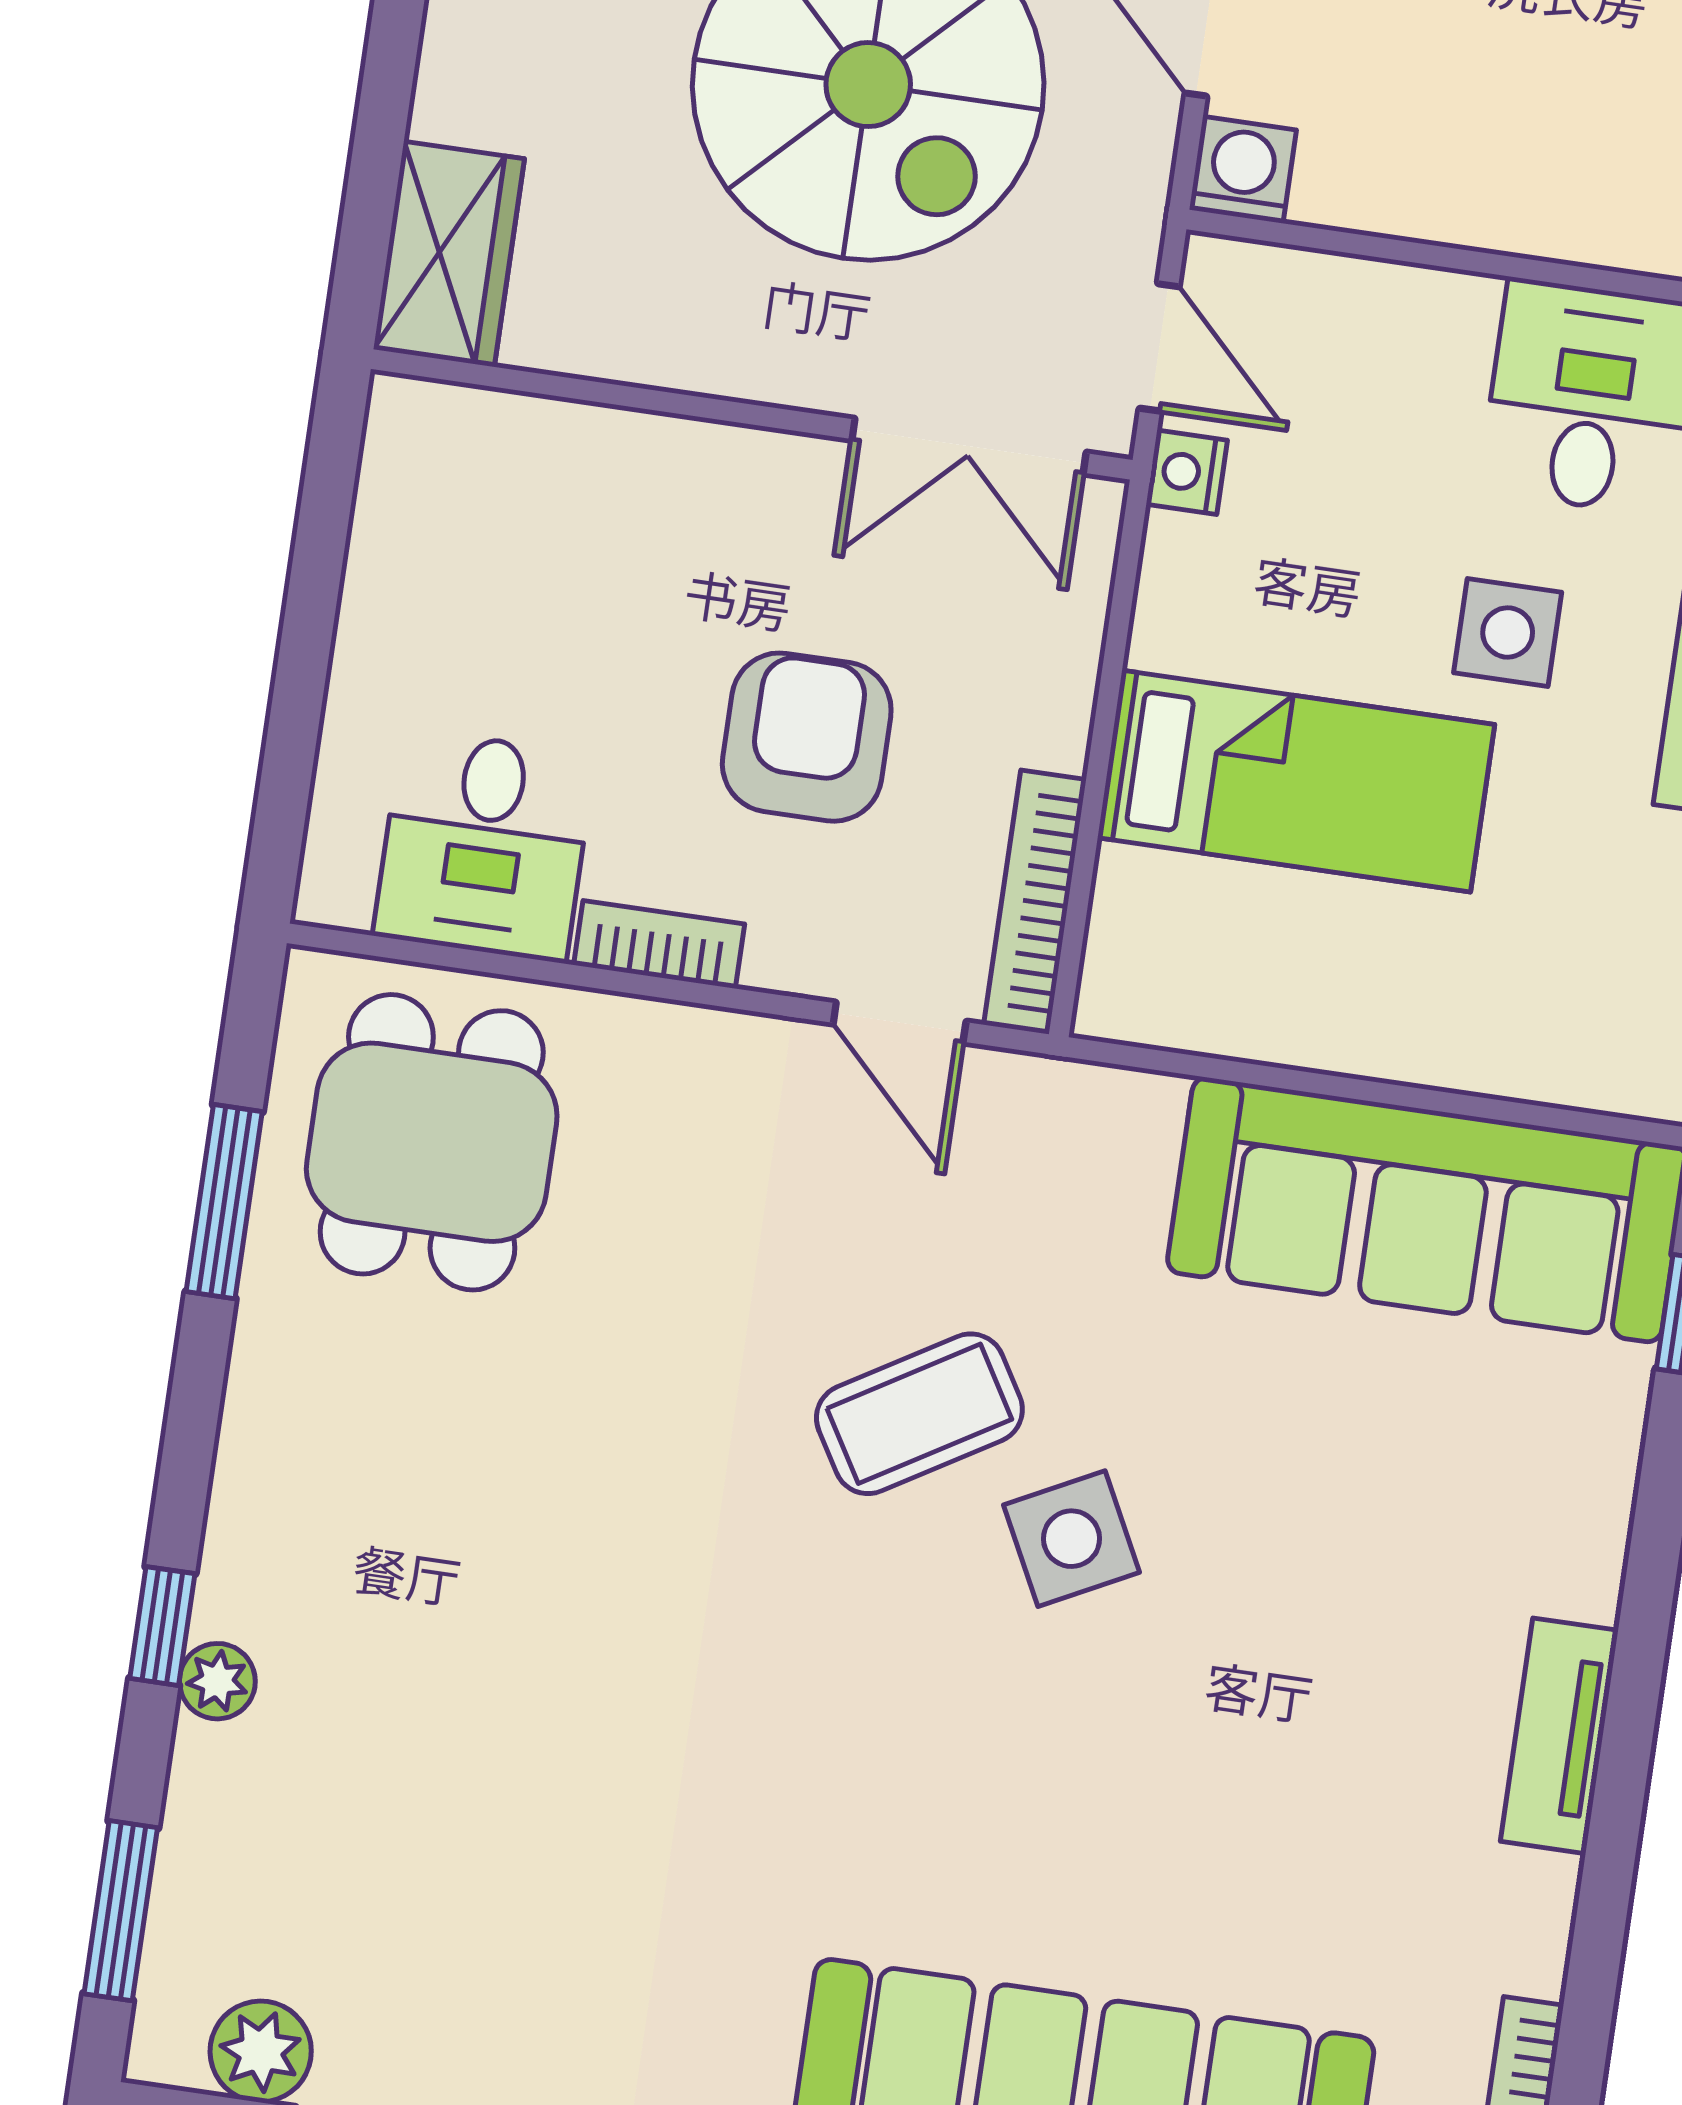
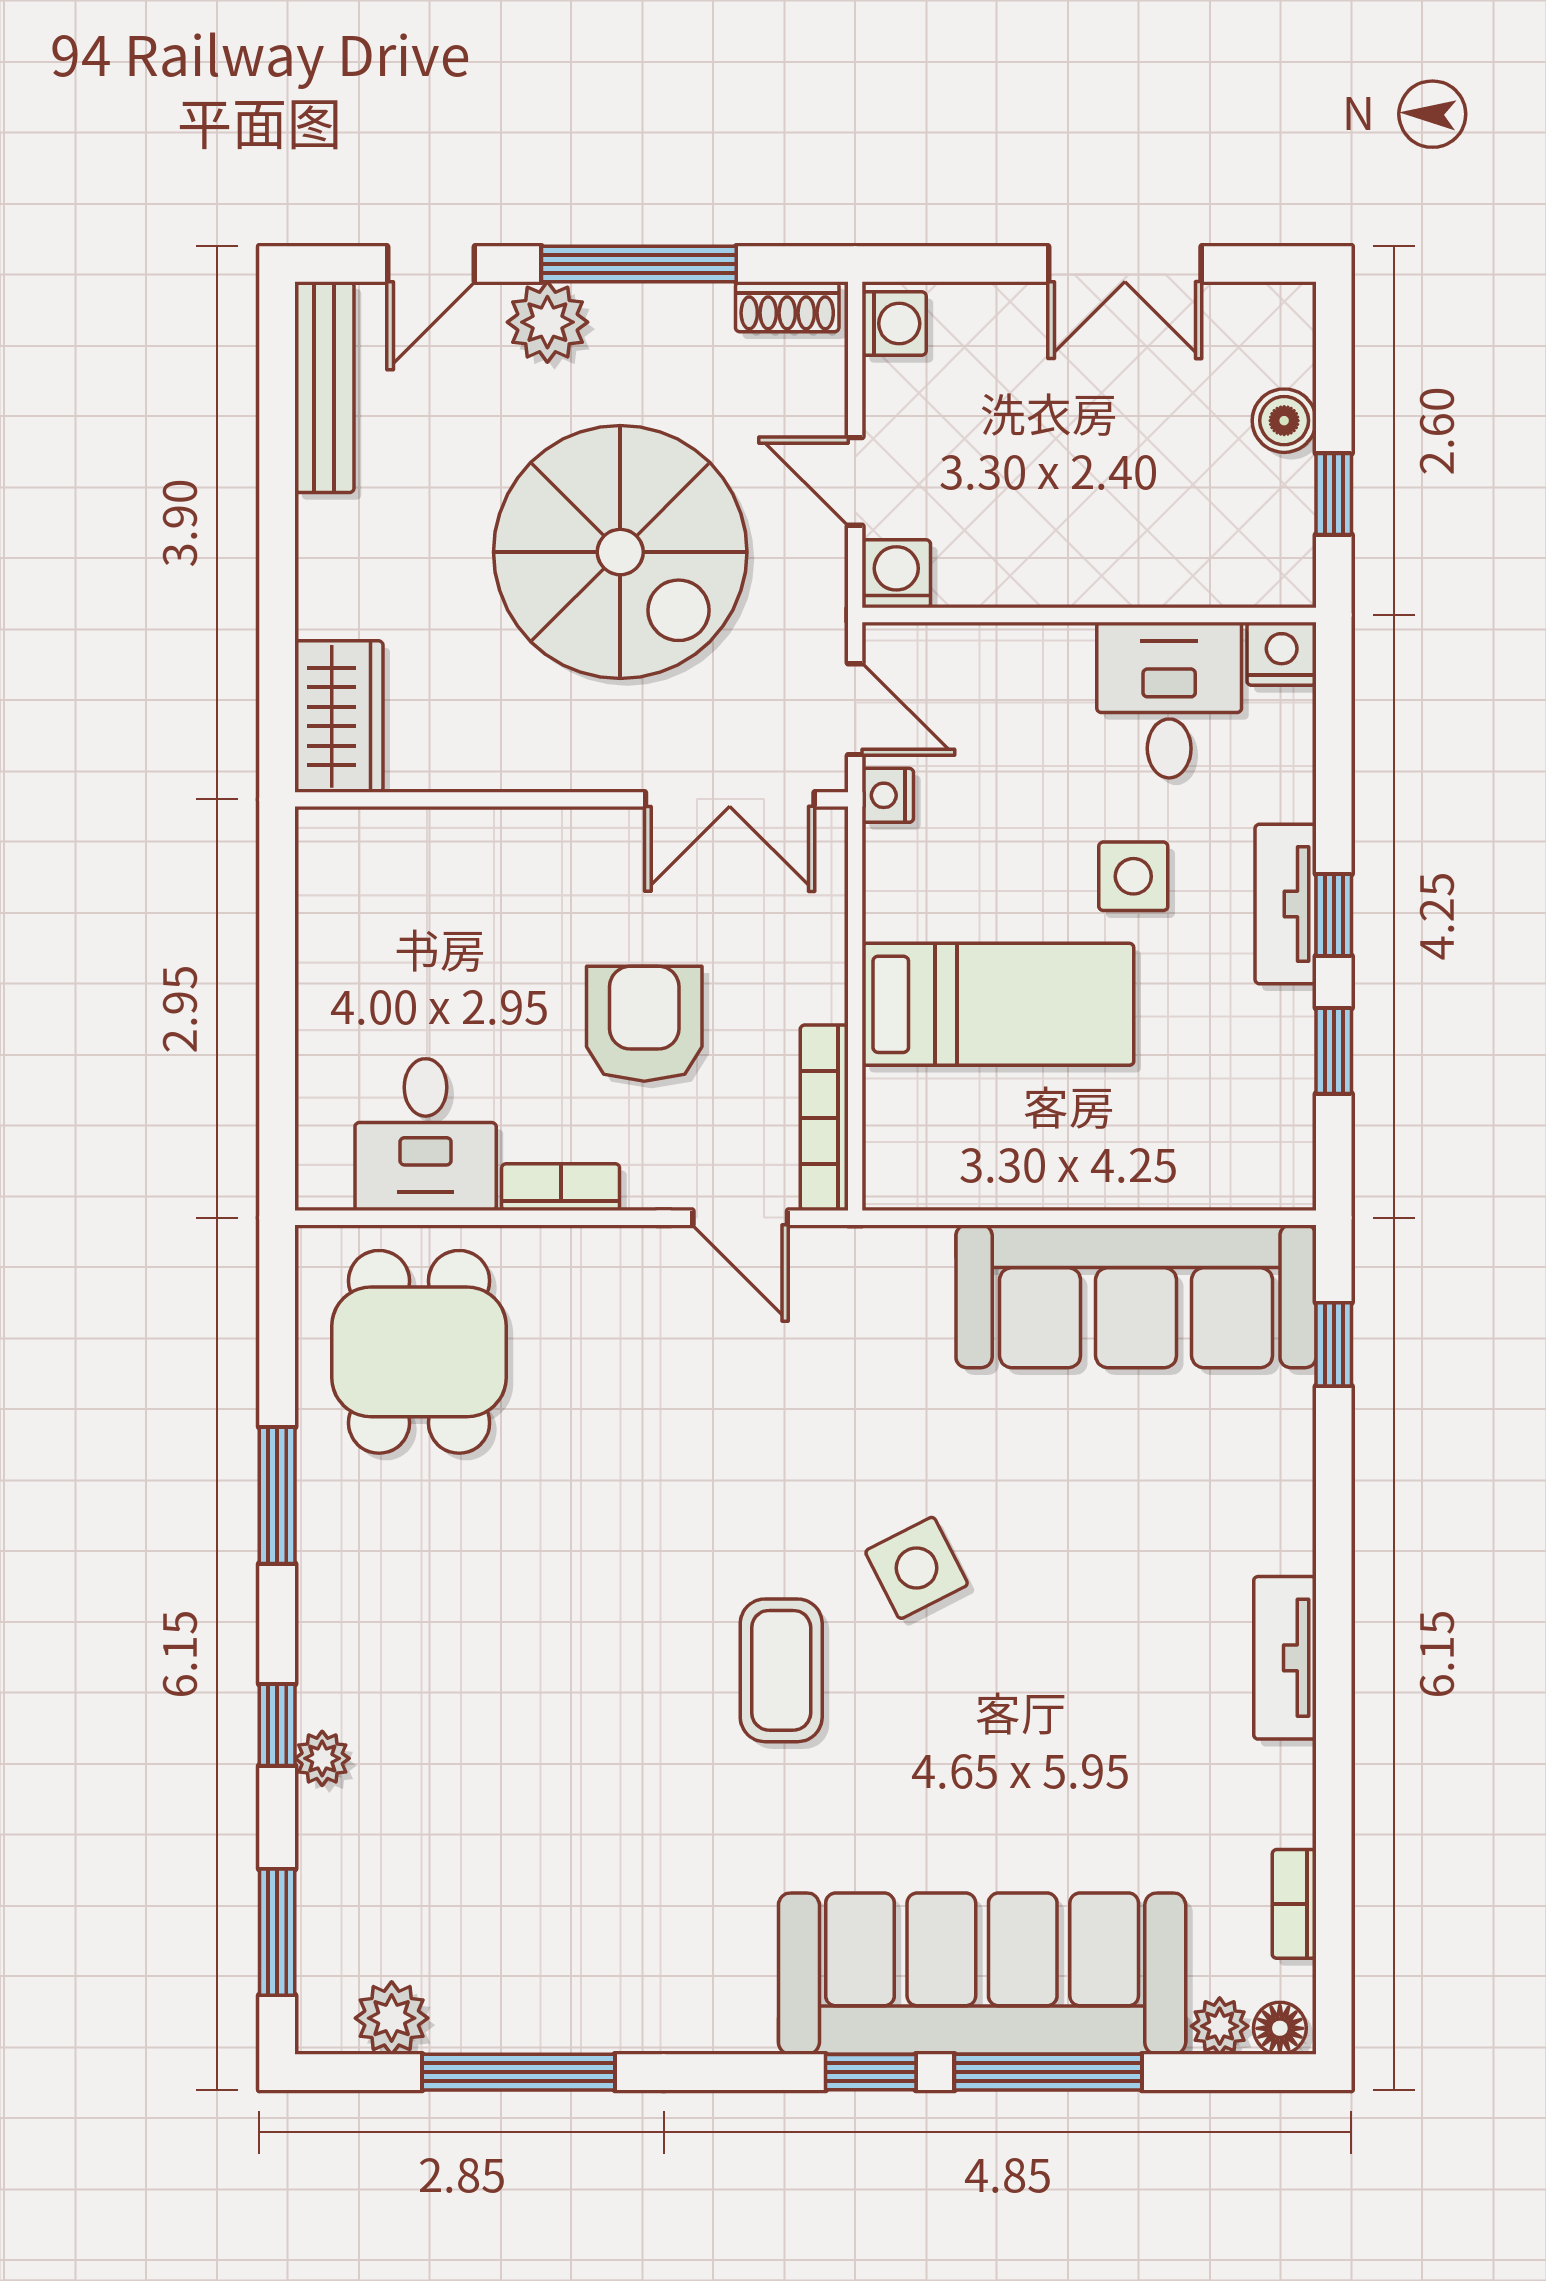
window: (224, 1202) -> (277, 1495), moved
coffee table: (919, 1414) -> (781, 1670), moved, turned -59

